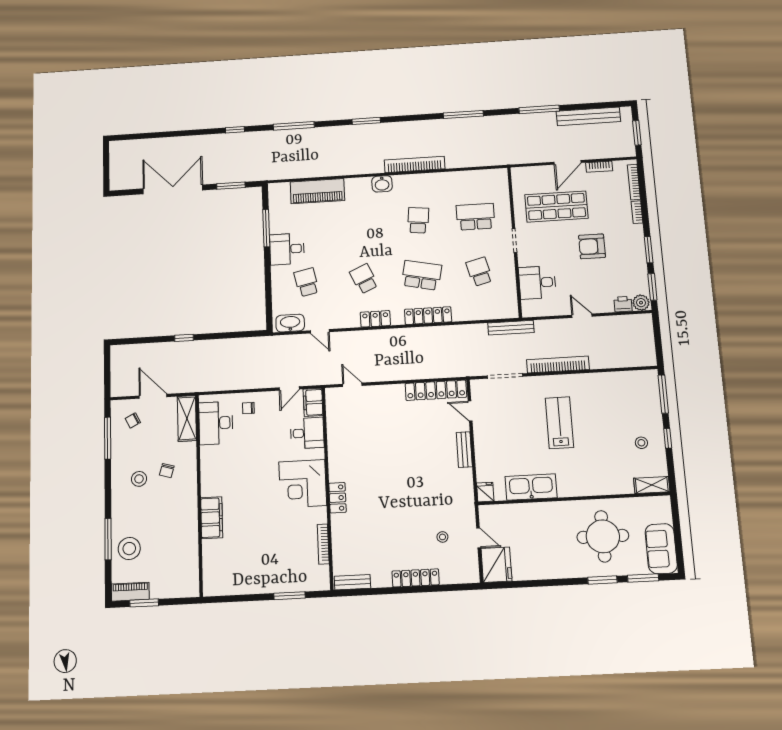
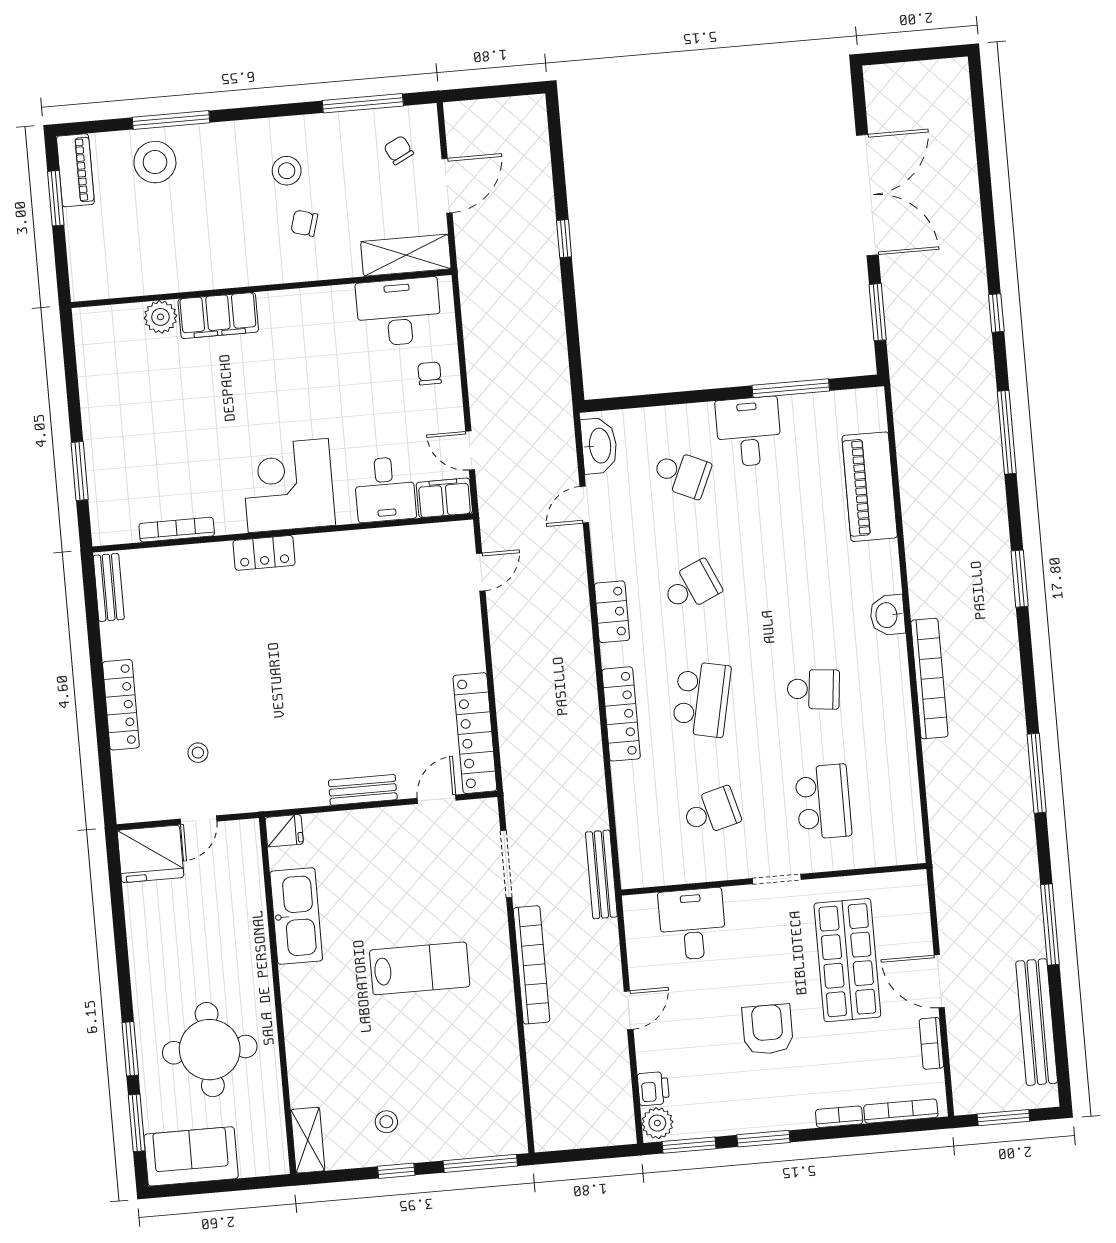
school desk: (307, 282) -> (682, 474), turned 36
plant: (210, 549) -> (160, 317), added

